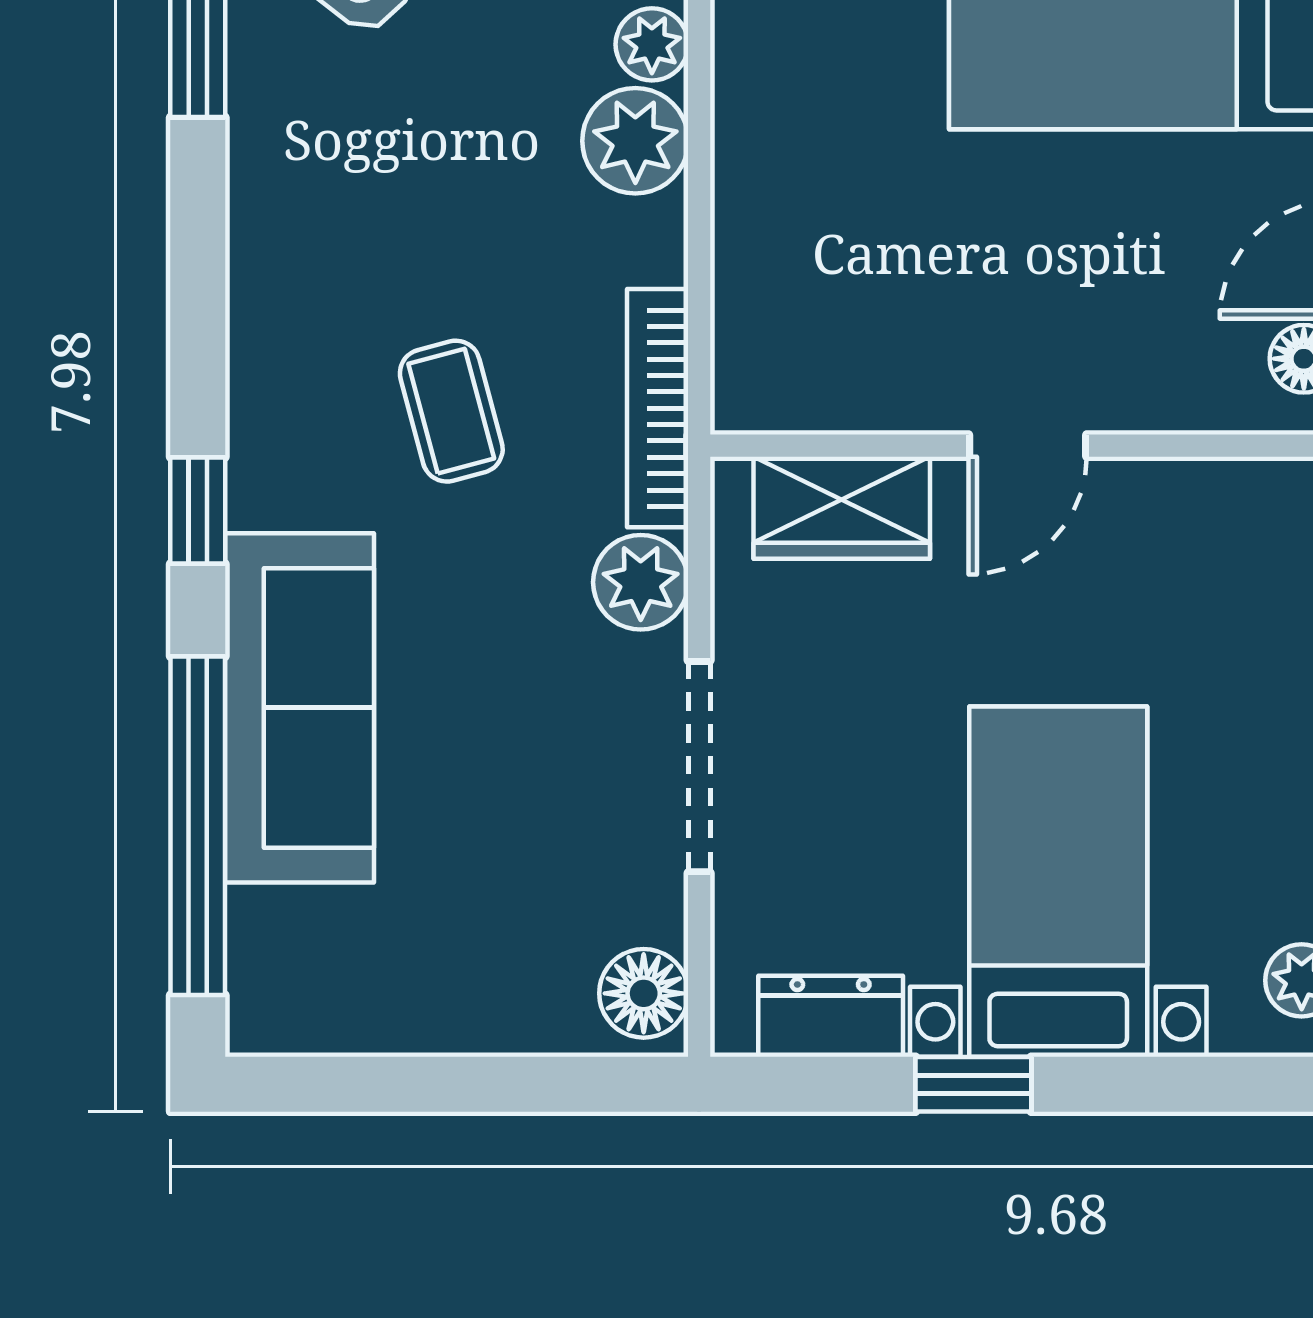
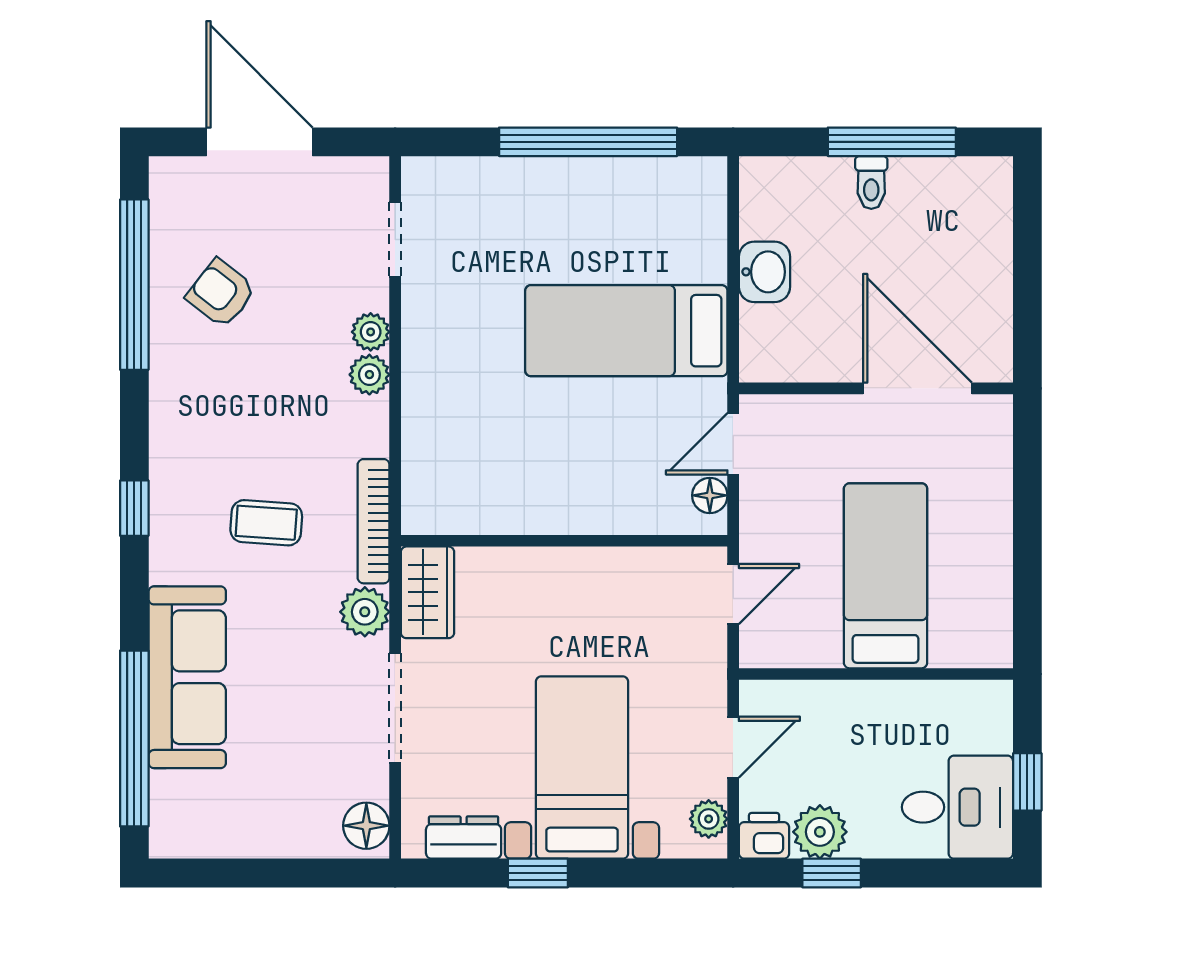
plant: (635, 141) -> (369, 375), width x0.73, depth x0.73
coffee table: (451, 411) -> (266, 523), turned -71
door: (1028, 446) -> (566, 541), removed
wardrobe: (842, 508) -> (427, 592), moved, turned -90
window: (198, 510) -> (134, 508), moved

